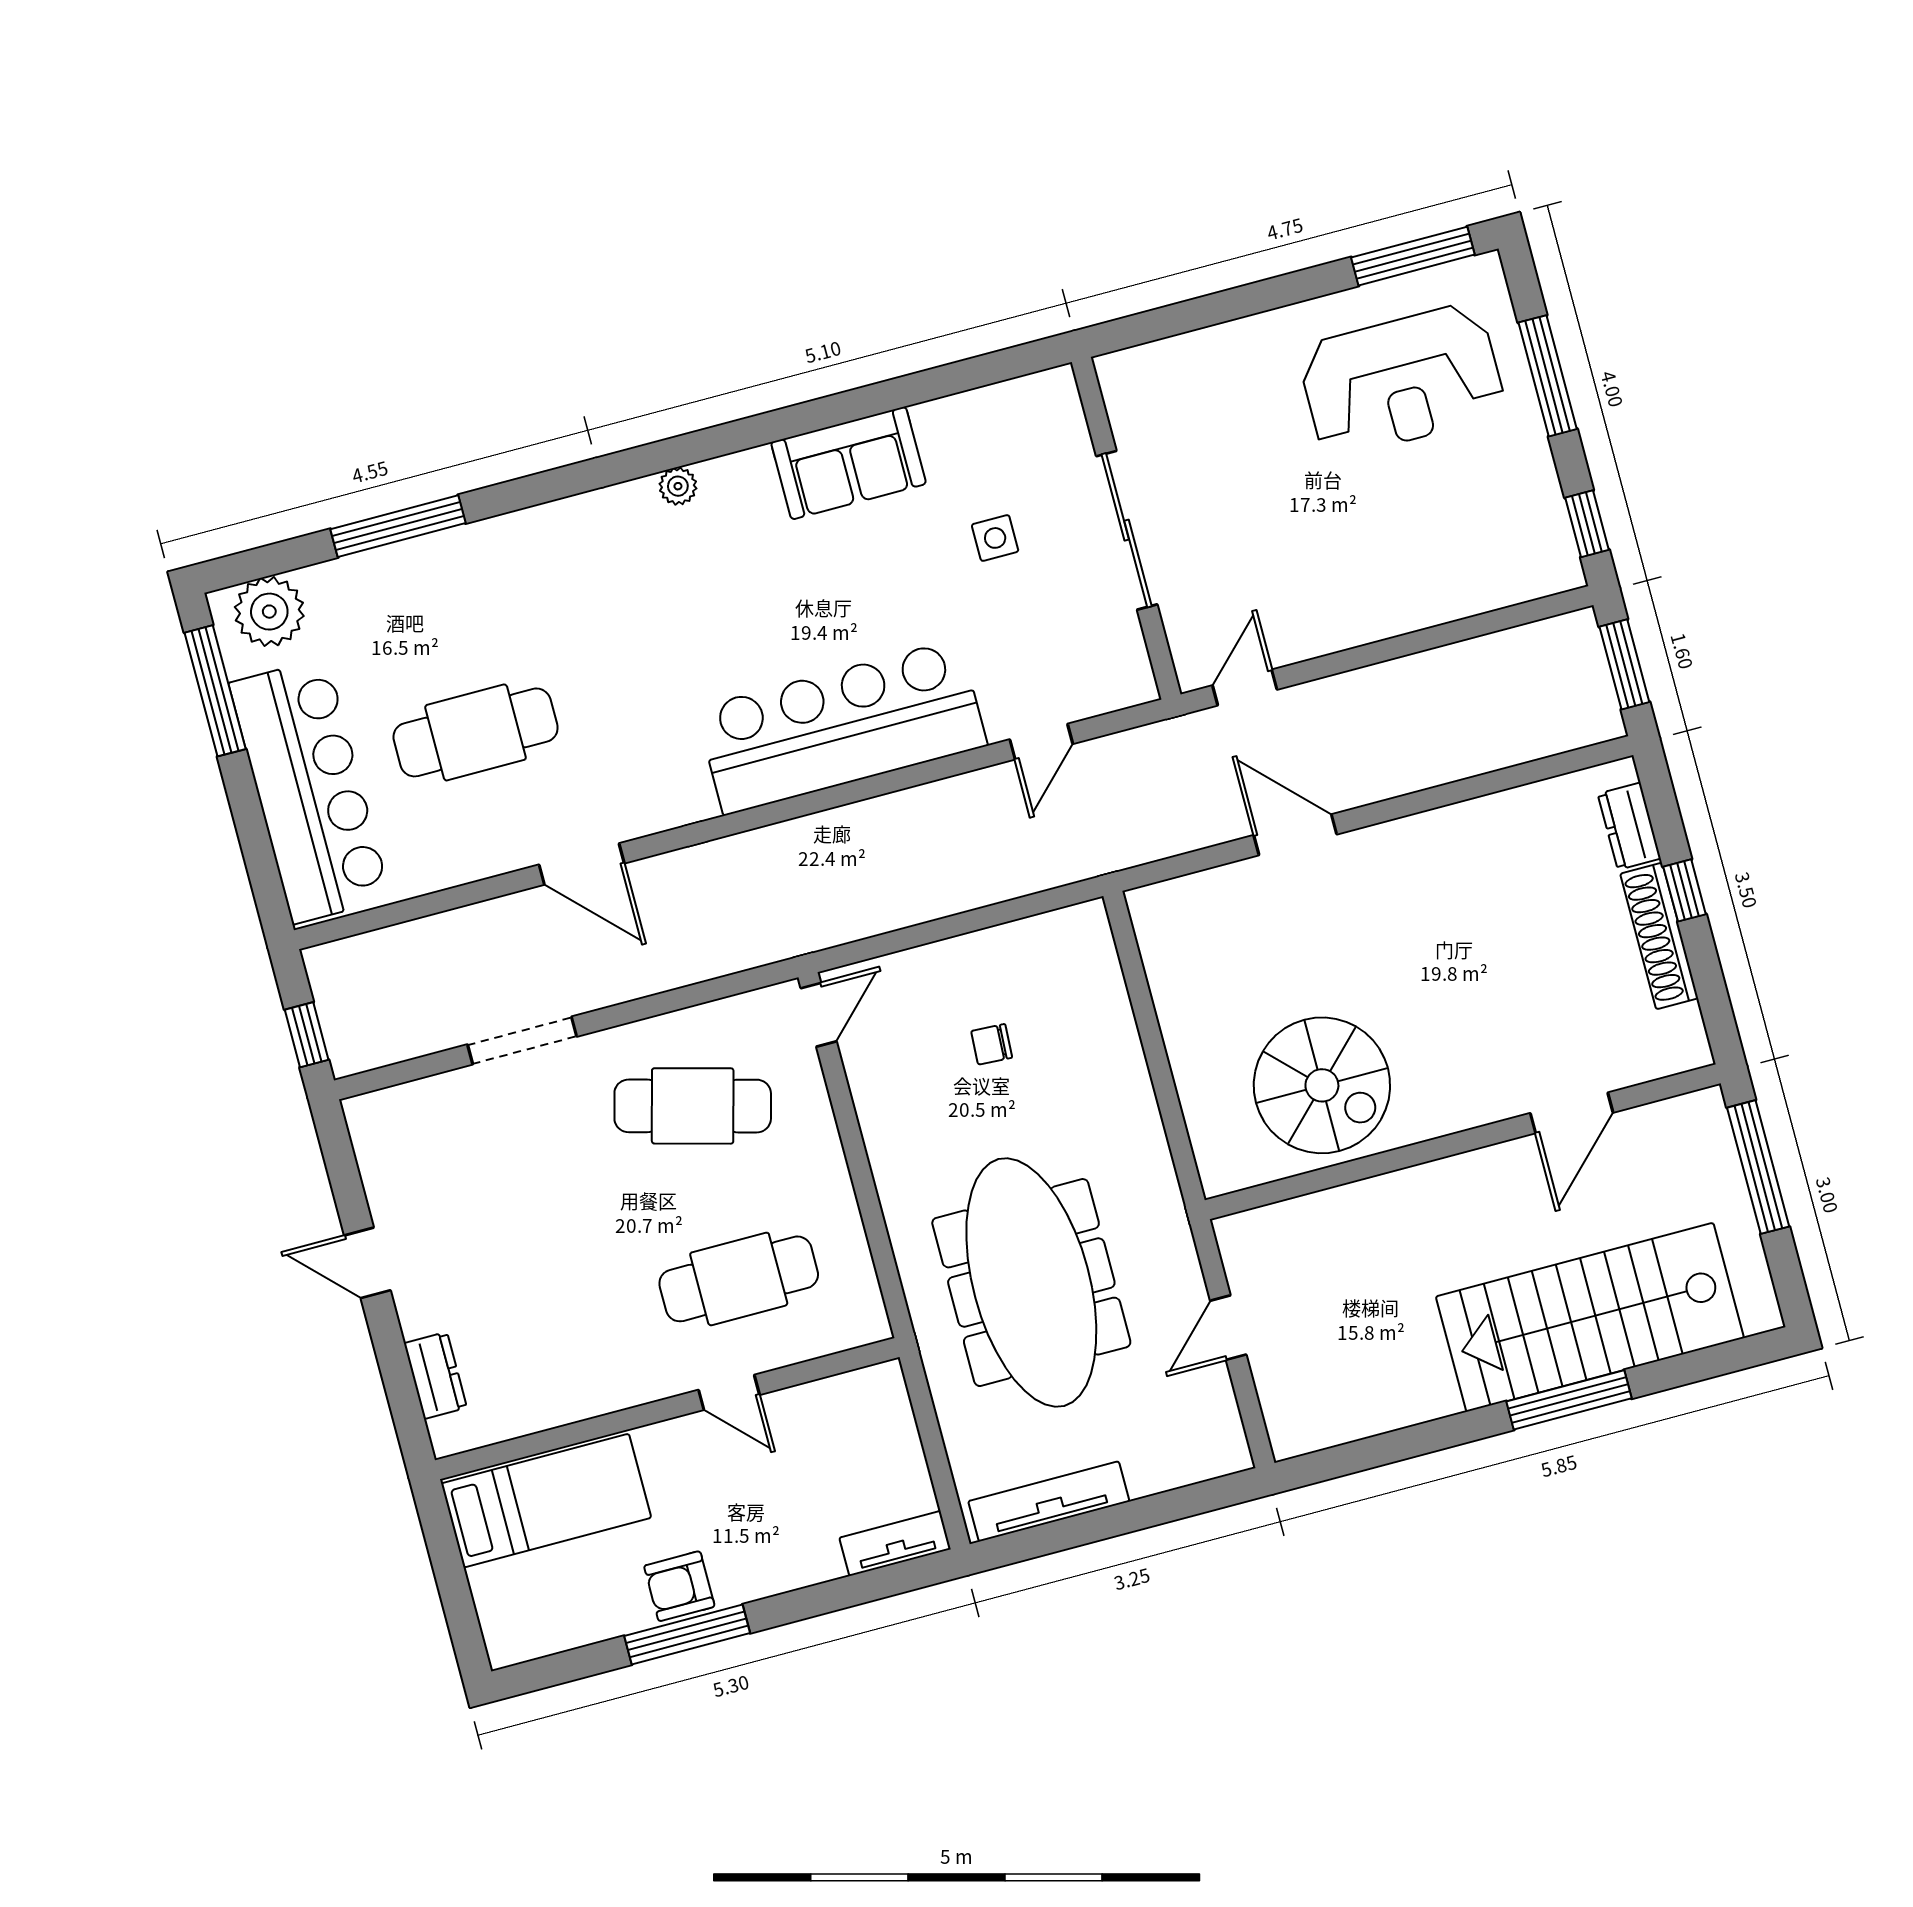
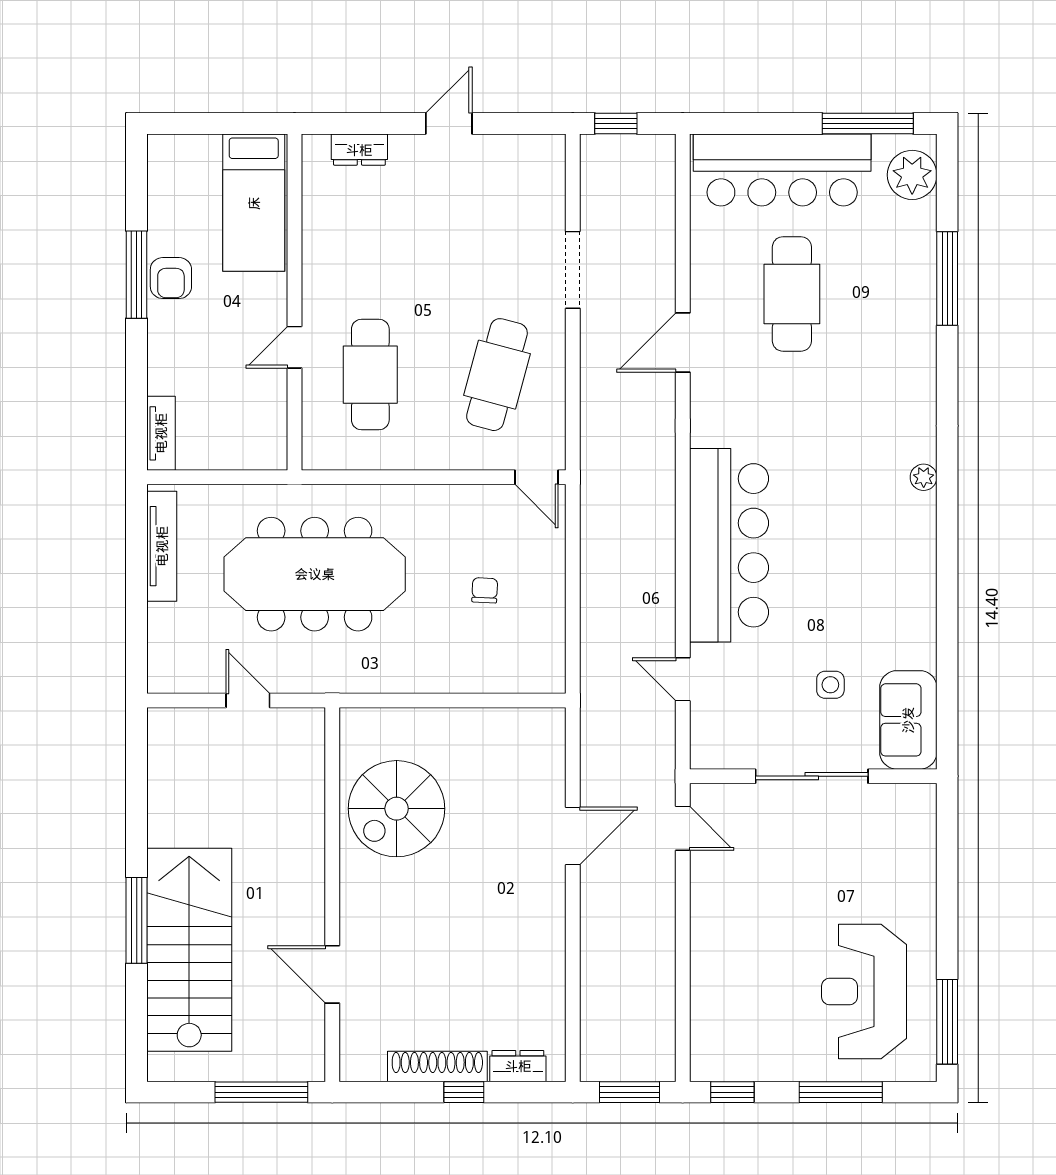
sofa: (849, 463) -> (908, 720), moved
armchair: (679, 1586) -> (171, 278), turned 180

